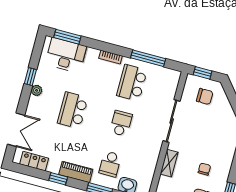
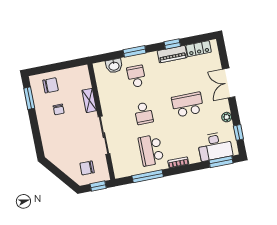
window: (30, 77) -> (238, 132), moved
school desk: (132, 83) -> (151, 150), turned 180
plant: (37, 90) -> (227, 117), moved
school desk: (73, 110) -> (188, 105), turned -90
double door: (16, 130) -> (229, 83), moved
piano: (76, 172) -> (172, 54), moved

